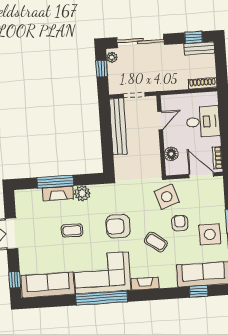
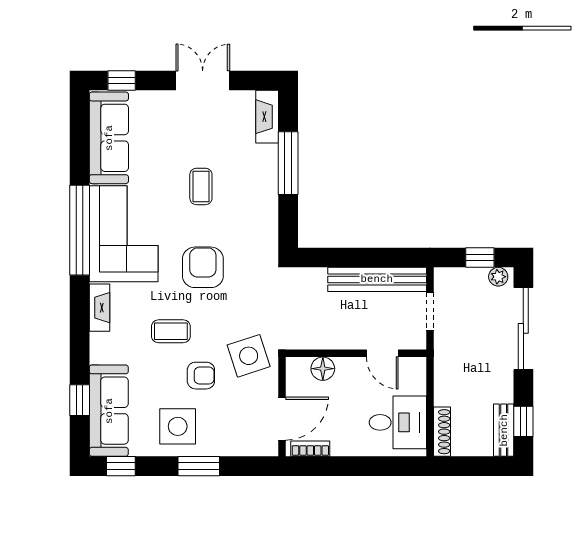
desk: (203, 122) -> (398, 422), moved, turned -90
plant: (82, 193) -> (264, 209), removed
fireplace: (58, 194) -> (267, 117), moved
coffee table: (156, 242) -> (171, 331), turned 54

